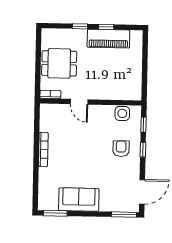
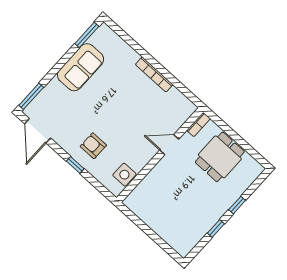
piano: (108, 39) -> (203, 221), removed
window: (144, 125) -> (98, 185), removed
armchair: (121, 149) -> (93, 146), turned 180

